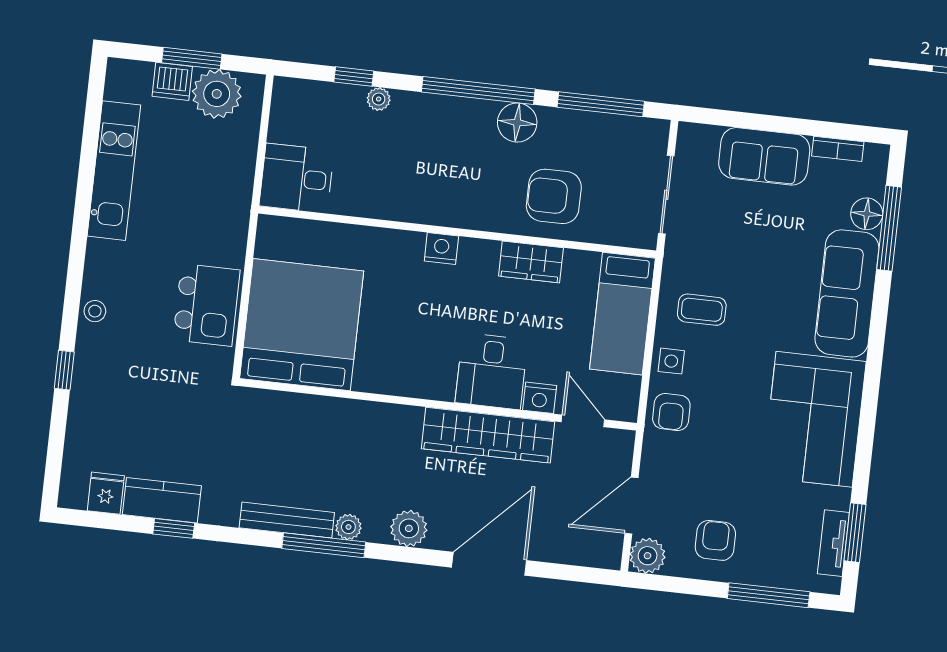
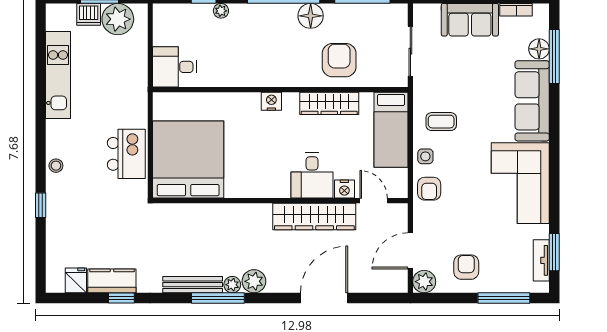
armchair: (554, 196) -> (339, 60), turned 90
wardrobe: (531, 262) -> (329, 103), width x1.50
plant: (409, 528) -> (254, 281), moved

